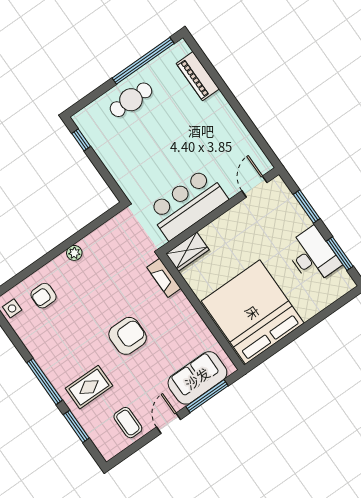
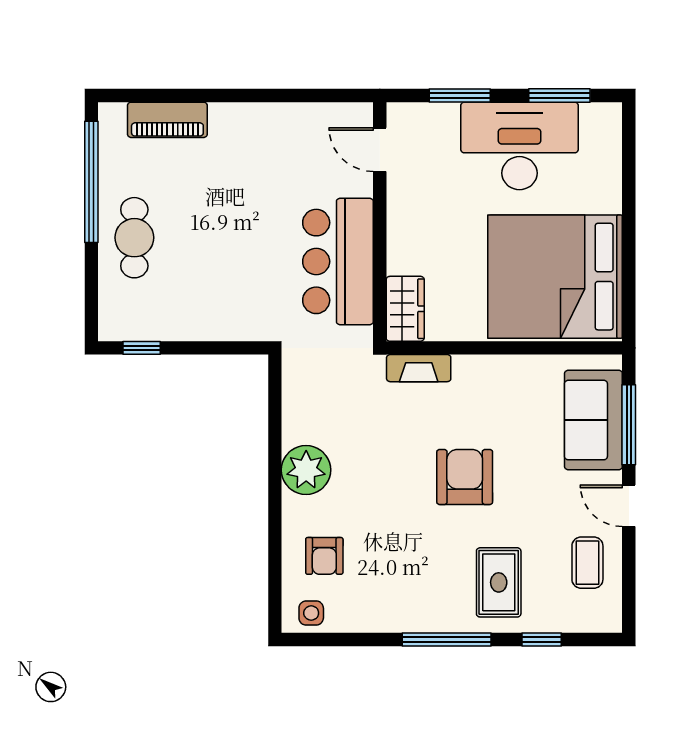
plant: (74, 253) -> (306, 470), width x1.87, depth x1.87
desk: (313, 256) -> (519, 146), width x1.36, depth x1.30
coffee table: (128, 423) -> (587, 563), turned 90
window: (76, 426) -> (542, 640), width x0.67

